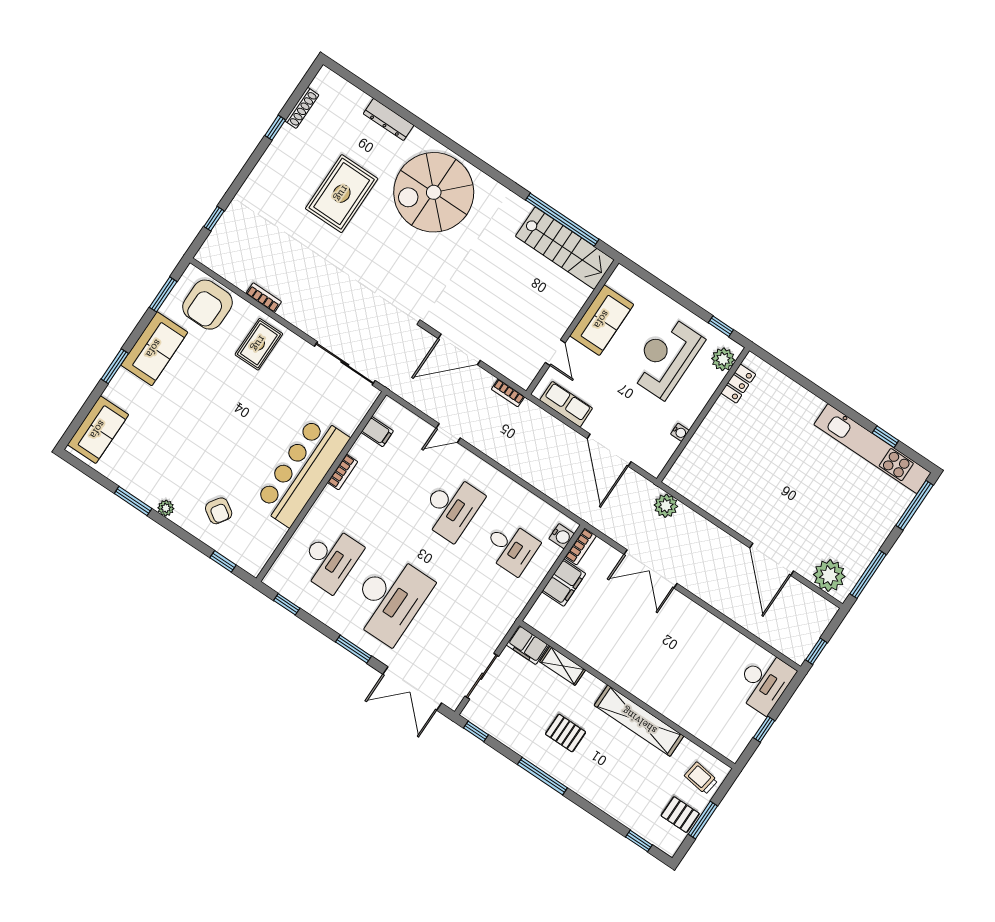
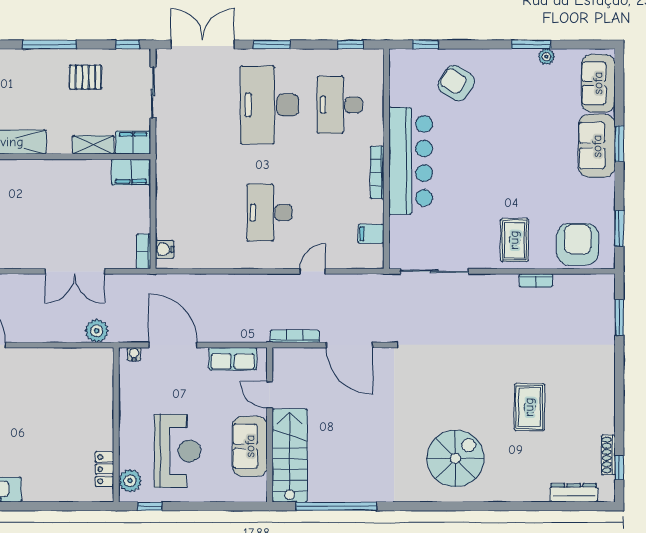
dresser: (389, 119) -> (574, 493), moved
window: (275, 128) -> (619, 468), moved
spiral stairs: (434, 192) -> (455, 458), width x0.73, depth x0.73
rug: (342, 194) -> (529, 407), width x0.73, depth x0.70
window: (214, 219) -> (619, 317), width x1.50
stairs: (565, 248) -> (290, 456), moved, turned 90
sofa: (154, 349) -> (597, 146), moved
door: (459, 349) -> (349, 345), swing flipped
bookcase: (508, 393) -> (295, 336), width x1.56
water cooler: (680, 432) -> (134, 354), moved, turned 90
bookcase: (342, 472) -> (377, 173), width x1.56
plant: (166, 508) -> (546, 57), moved
armchair: (219, 511) -> (456, 83), width x1.38, depth x1.38
desk: (511, 547) -> (200, 213), removed
double door: (650, 569) -> (75, 271), swing flipped
filing cabinet: (564, 583) -> (131, 172), moved, turned -90
pallet: (566, 733) -> (85, 77), moved

